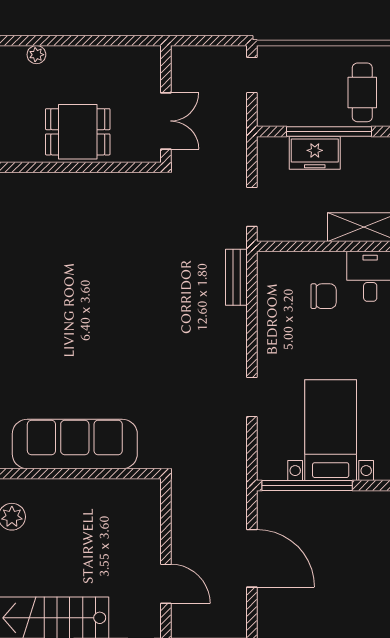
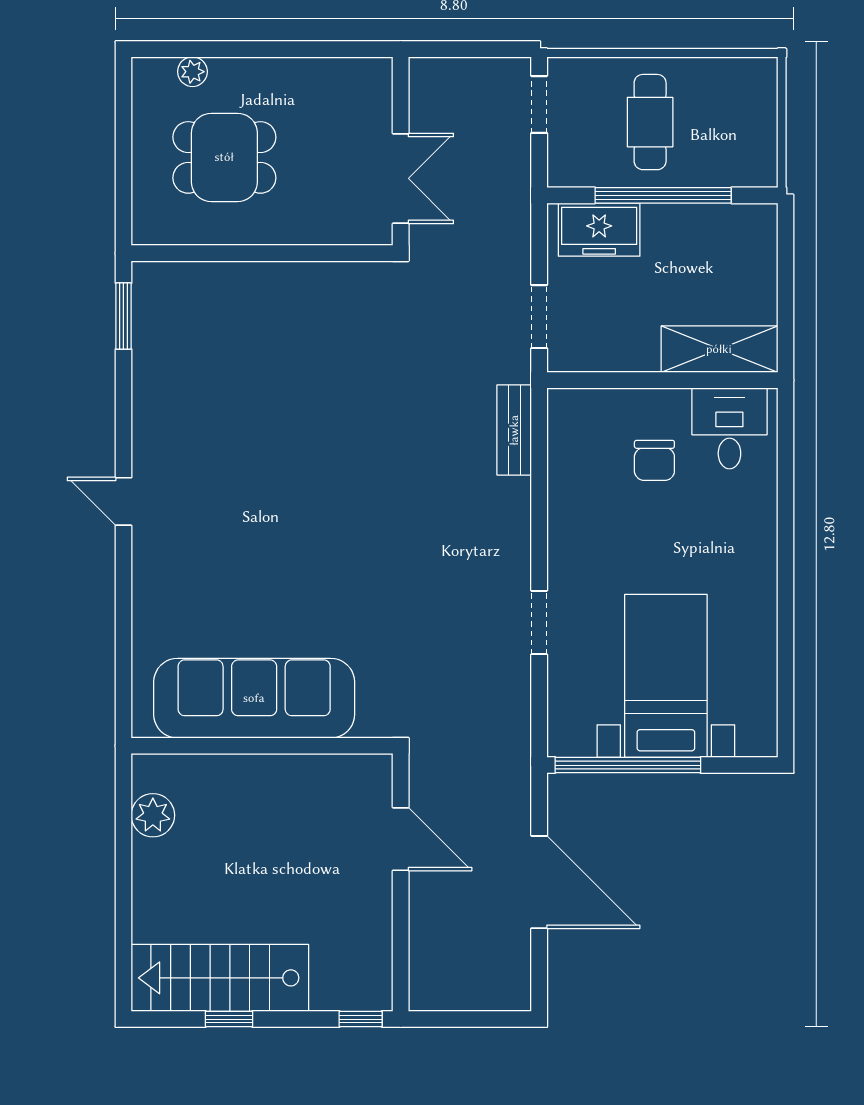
cafe table: (362, 92) -> (650, 122), moved
dining table: (78, 132) -> (224, 157), moved
freezer: (315, 153) -> (599, 230), moved
chair: (324, 296) -> (654, 460), turned 90
door: (166, 584) -> (401, 839), moved

